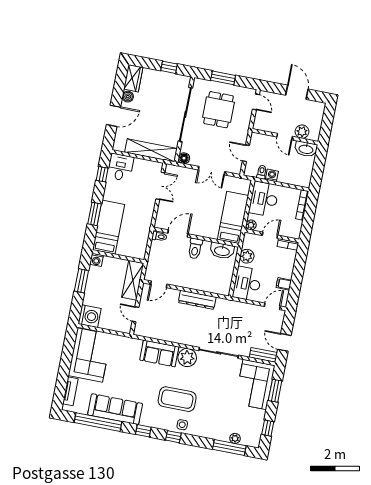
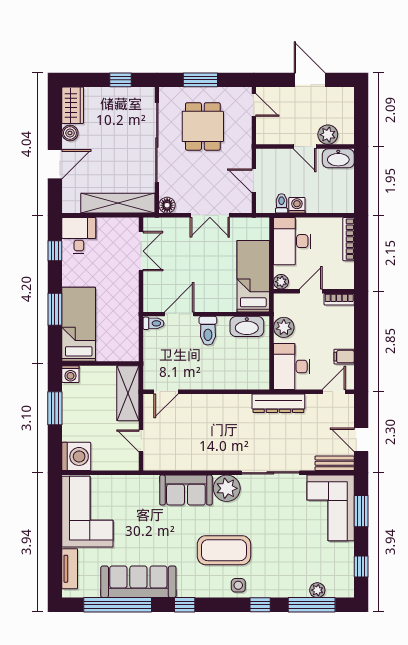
dresser: (197, 300) -> (278, 403), moved
window: (173, 437) -> (260, 605), moved

